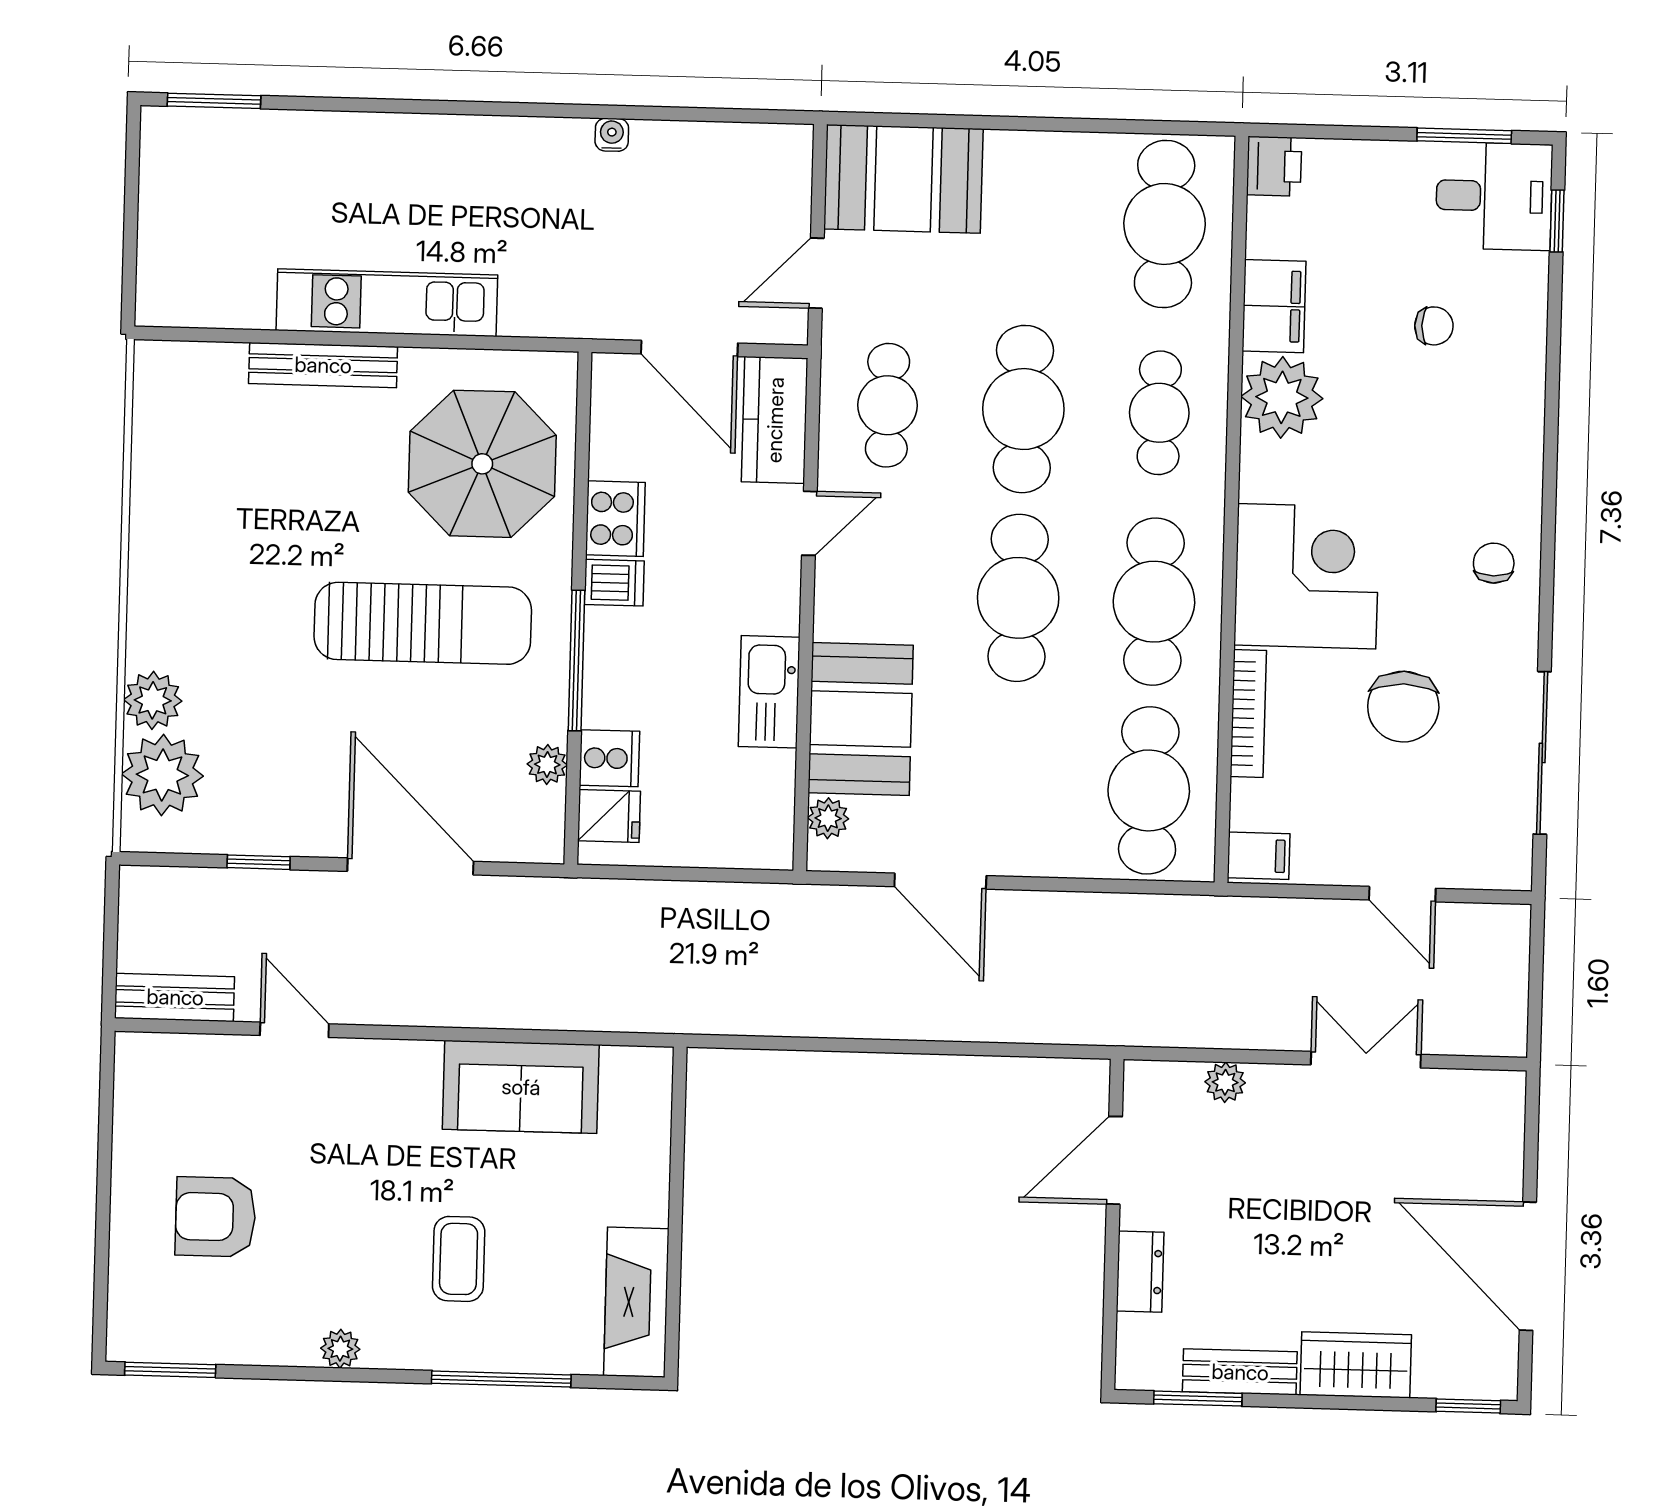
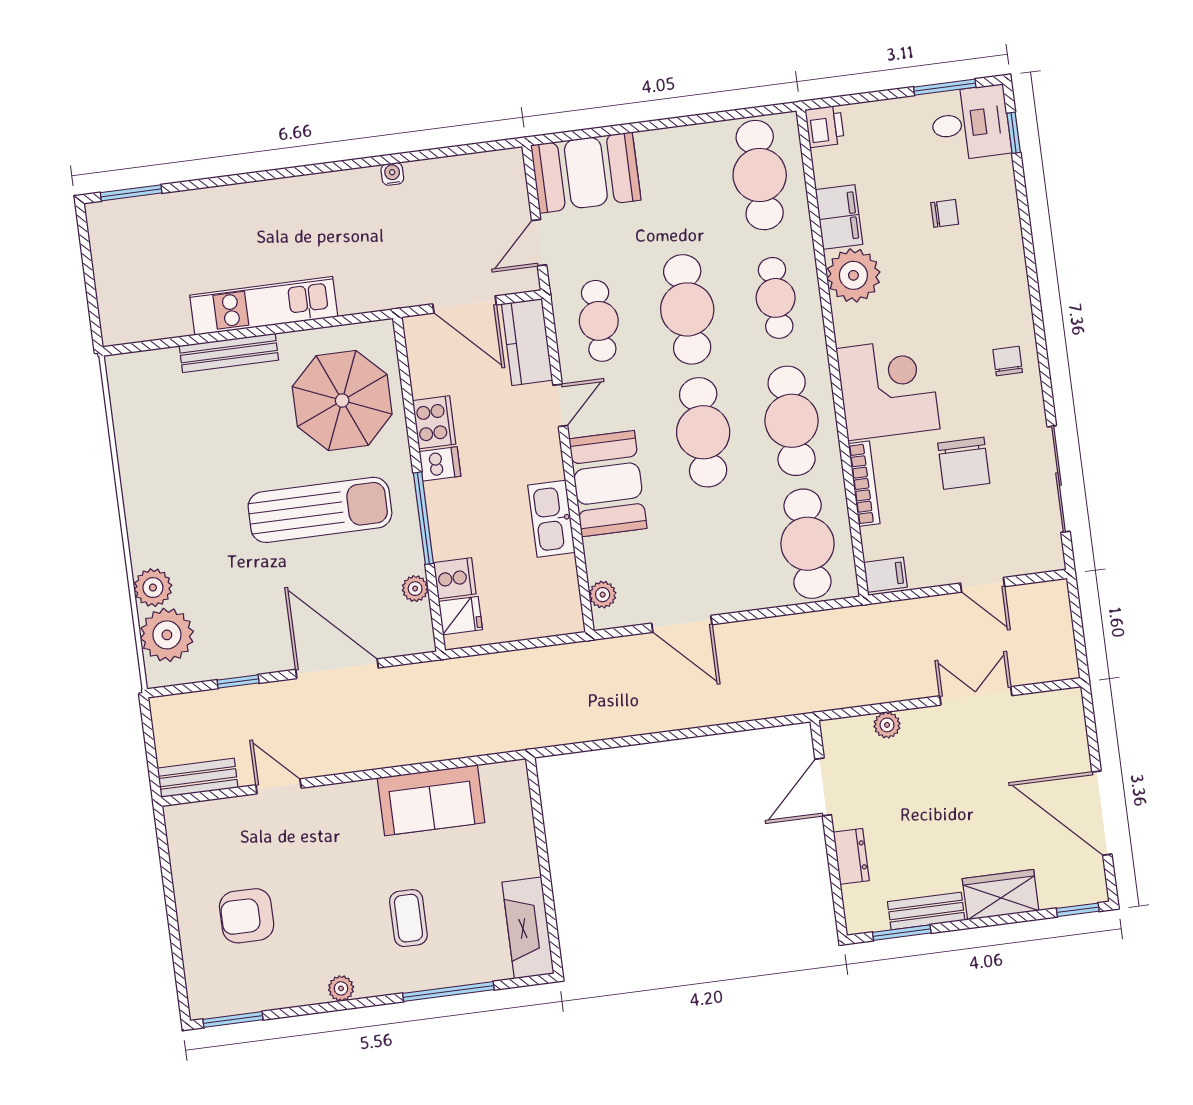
booth: (861, 719) -> (608, 484), moved

